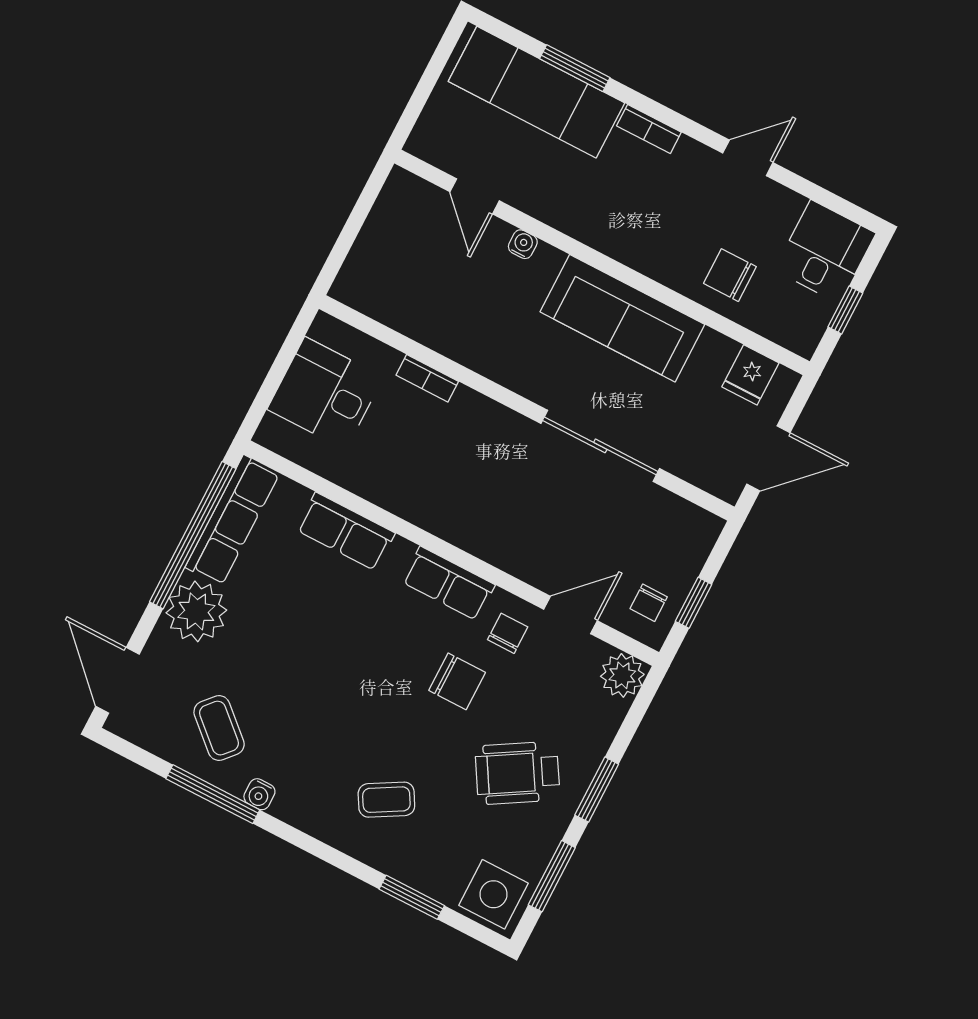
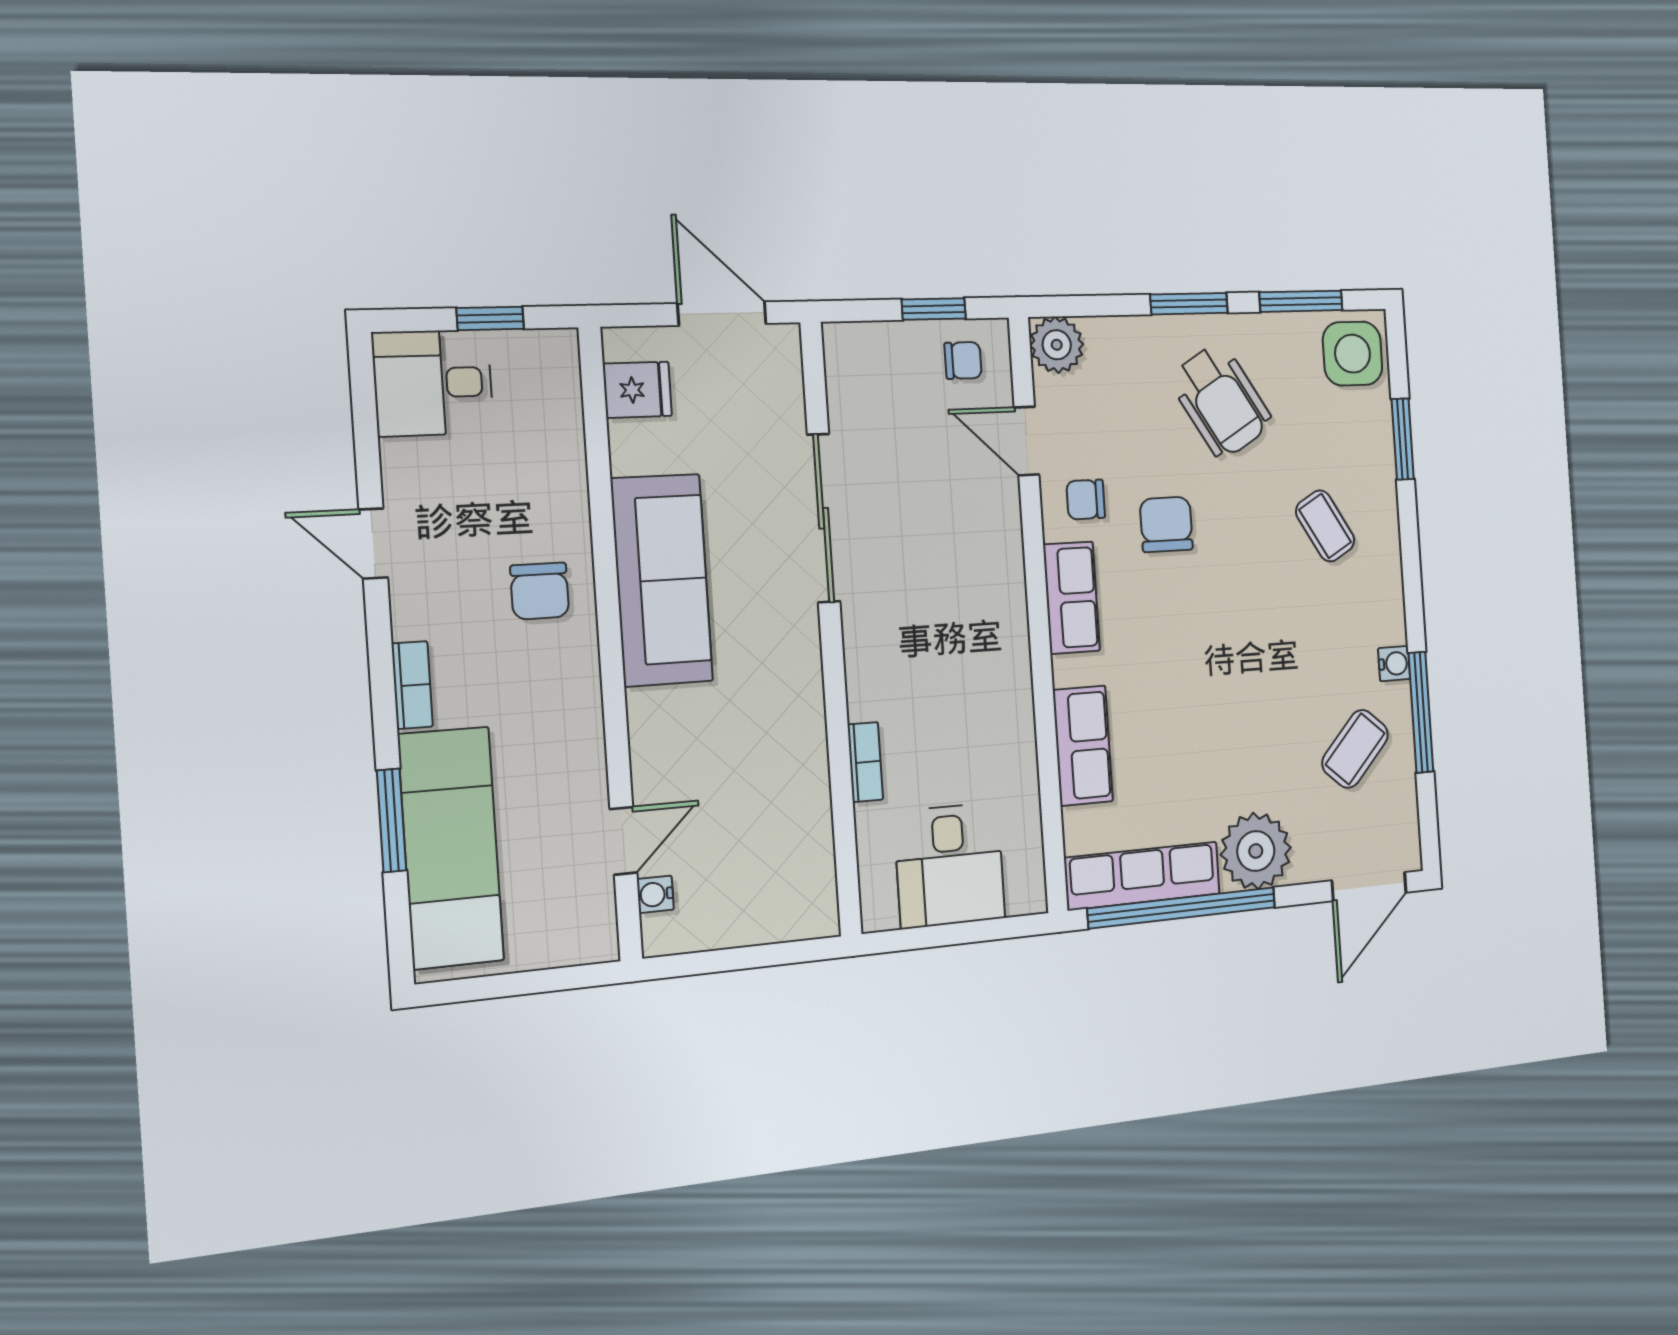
water cooler: (523, 244) -> (655, 894), moved
chair: (730, 275) -> (540, 591), moved

